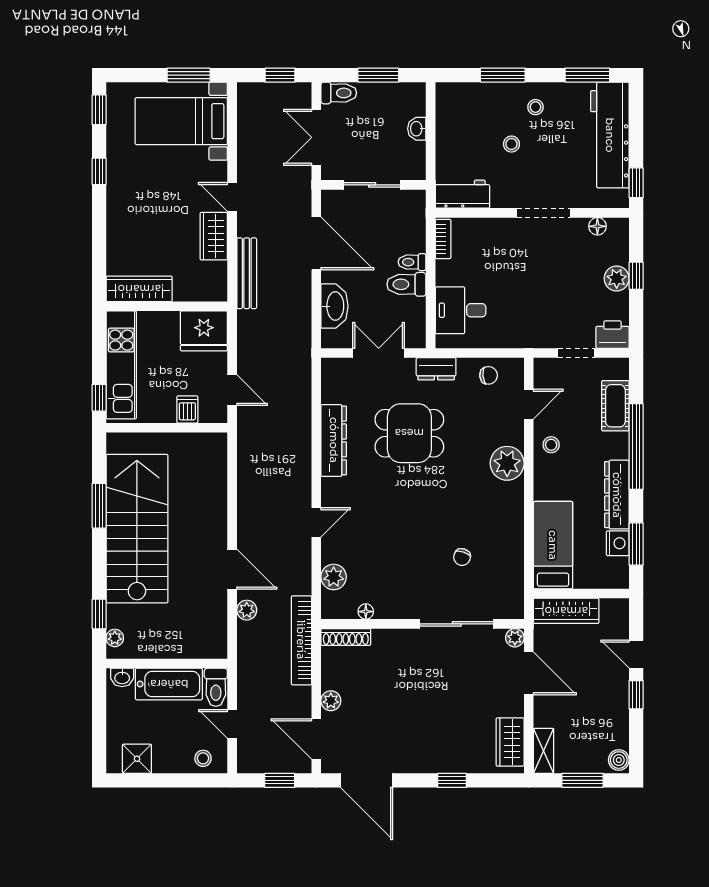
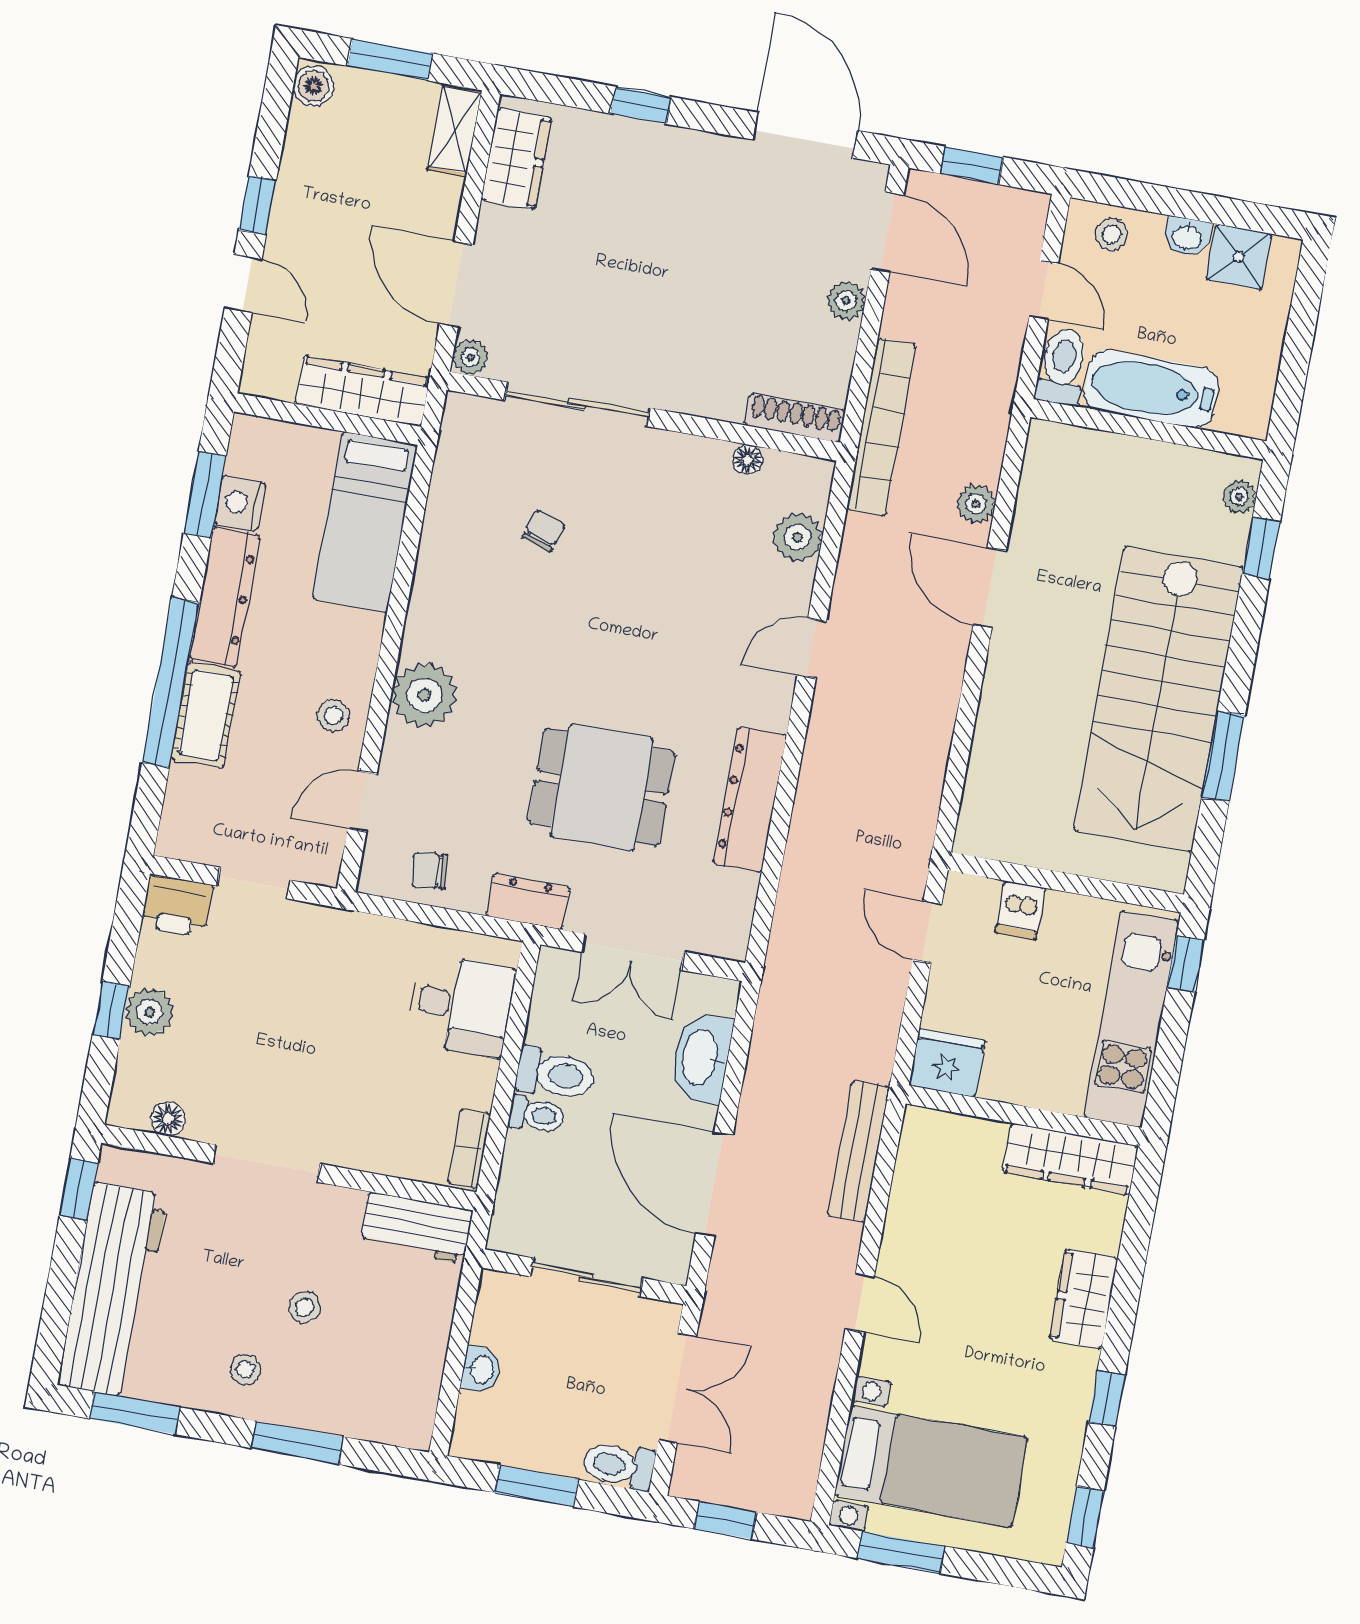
wardrobe: (214, 236) -> (1083, 1299), moved, turned 180
fridge: (204, 331) -> (947, 1063), width x0.73, depth x0.75
cot: (615, 406) -> (206, 715), moved
washbasin: (122, 677) -> (1187, 237), moved, turned 180

